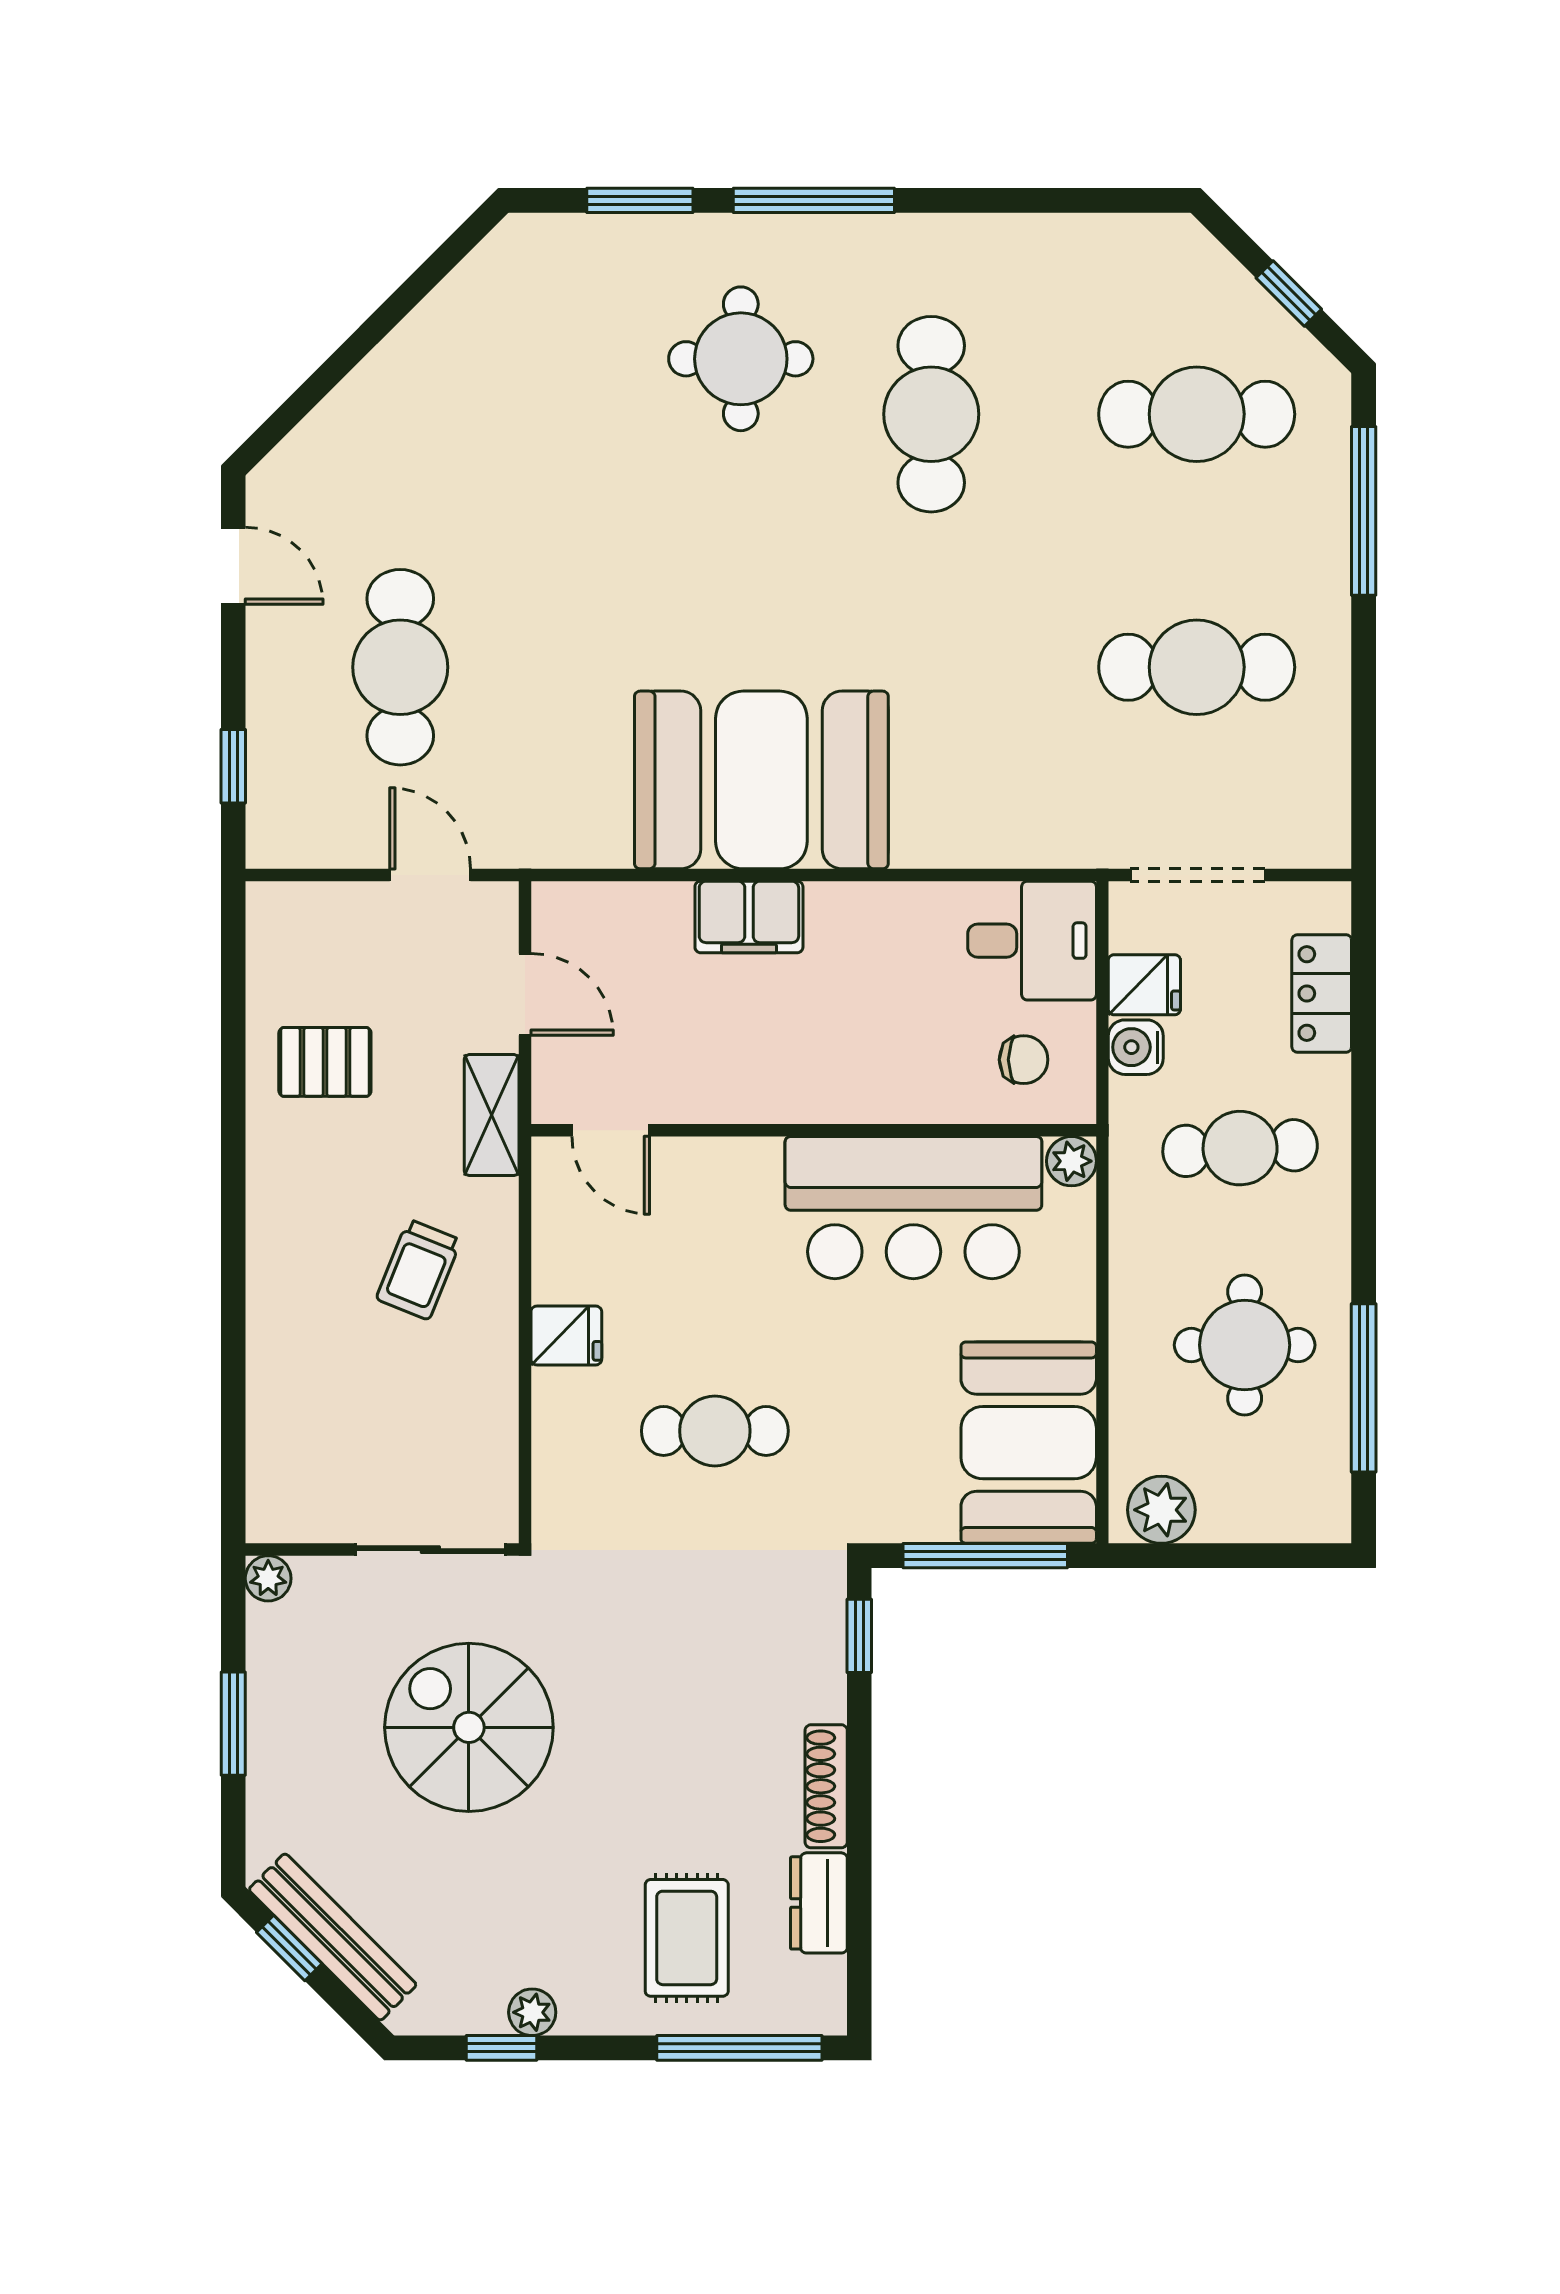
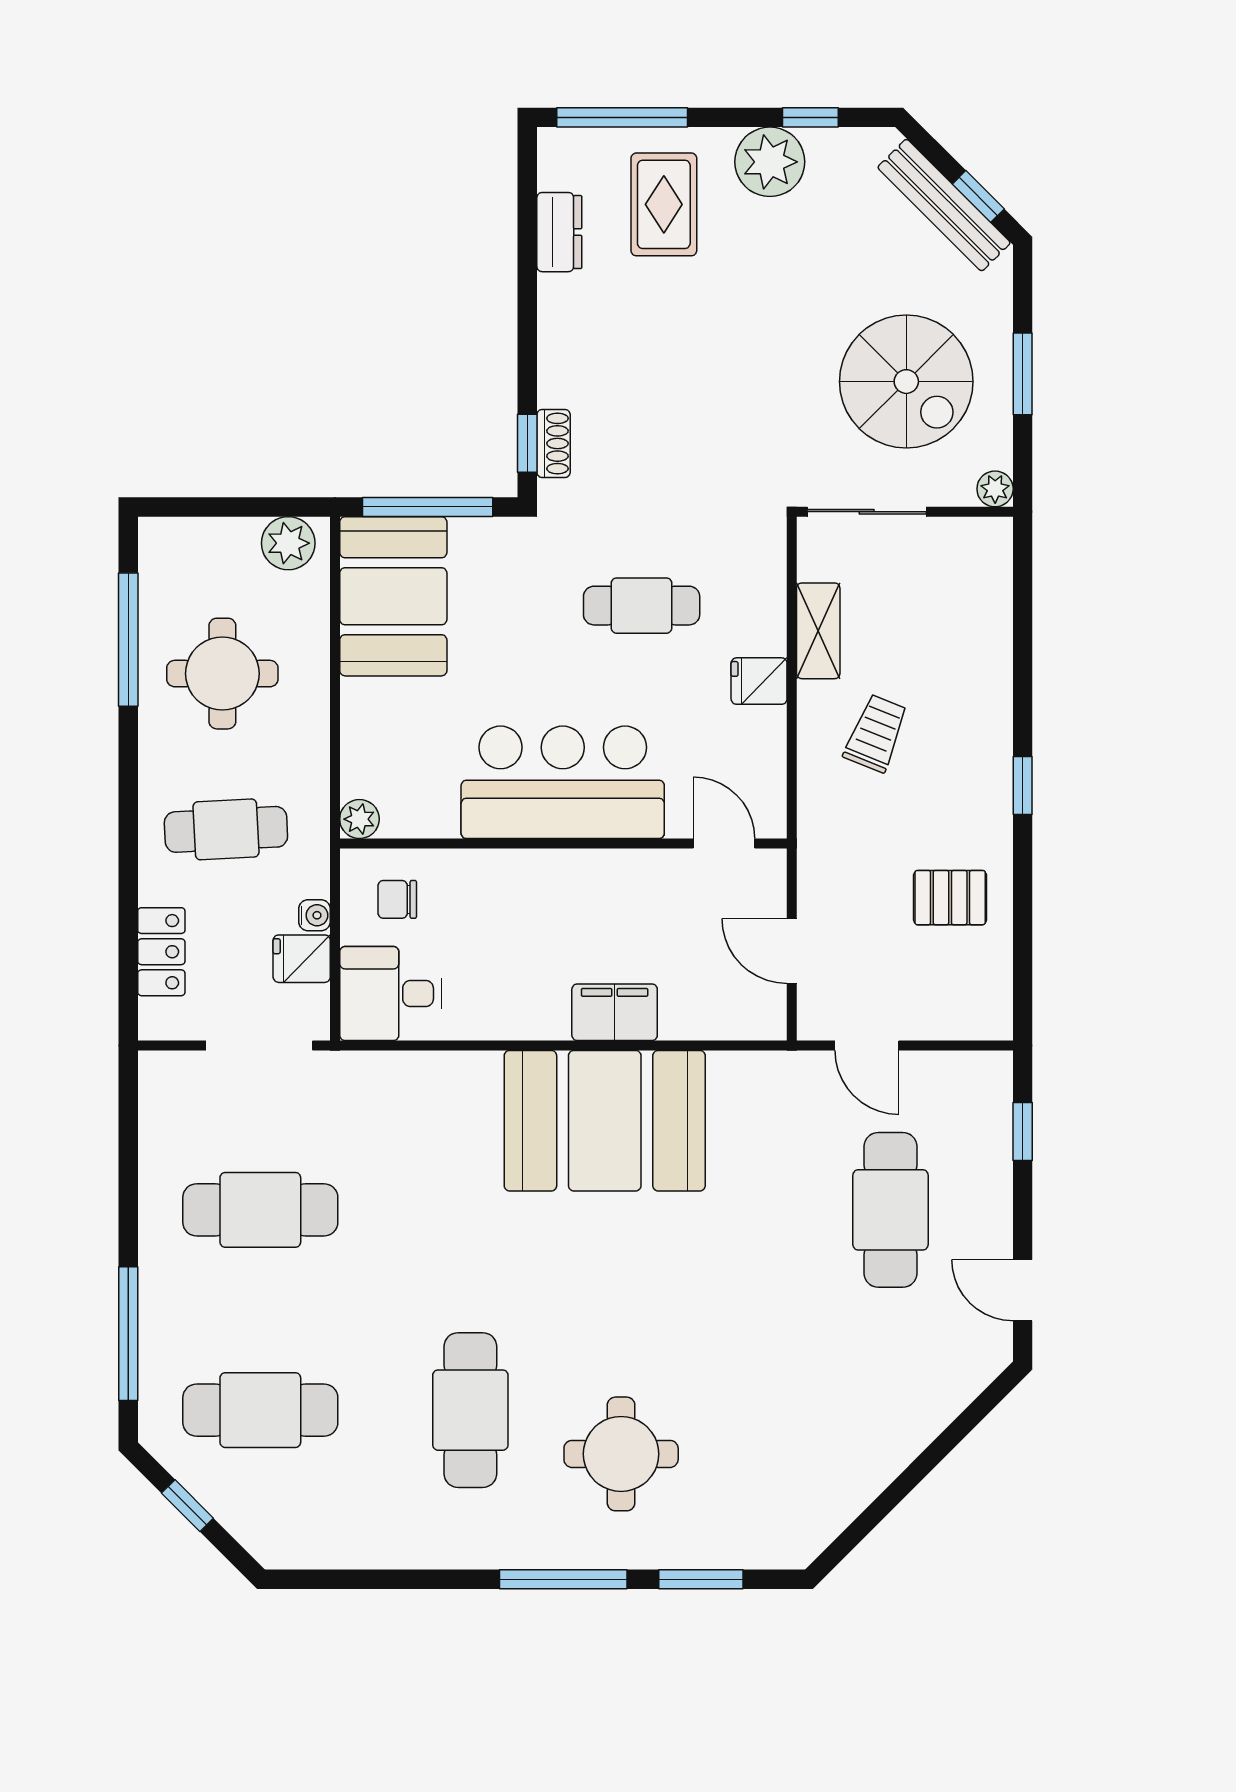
water cooler: (1136, 1047) -> (314, 915), width x0.72, depth x0.72
shelving: (492, 1115) -> (818, 631), moved
window: (233, 1203) -> (1023, 786), added
bar counter: (913, 1208) -> (563, 782), moved
spiral stairs: (469, 1727) -> (906, 382), moved
shoe rack: (826, 1786) -> (554, 443), moved, width x0.70
plant: (532, 2012) -> (770, 162), width x1.88, depth x1.88

